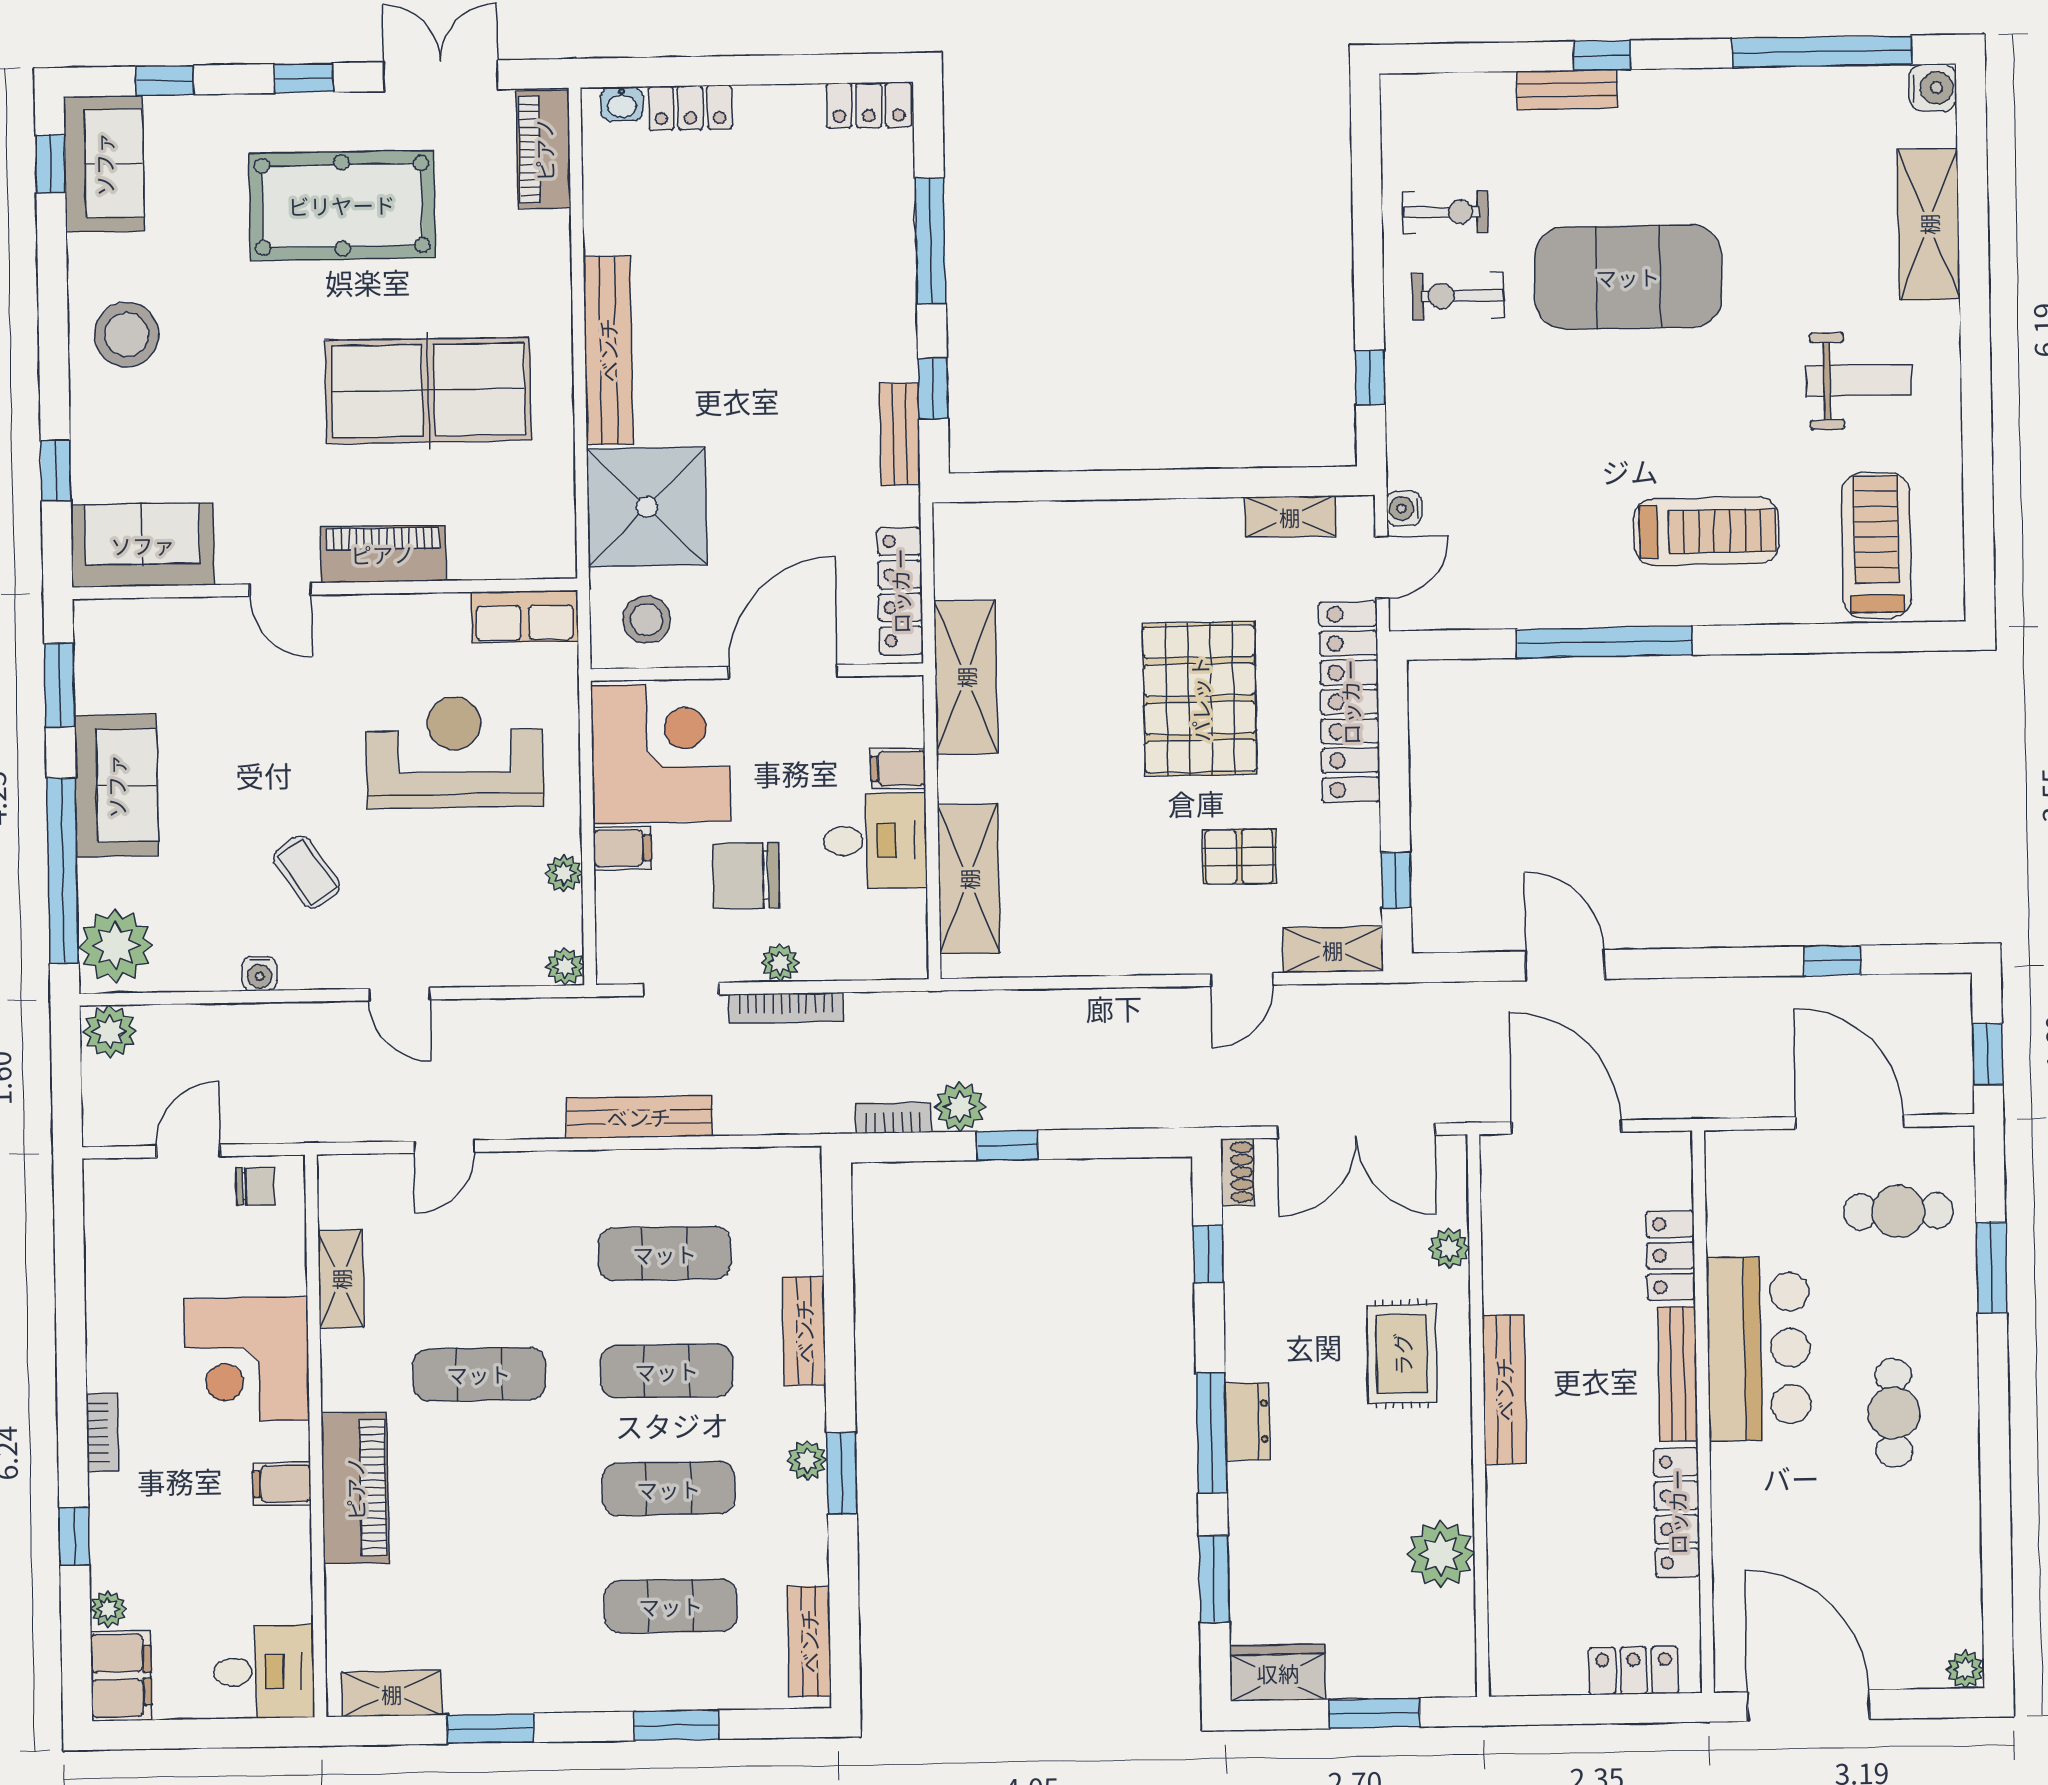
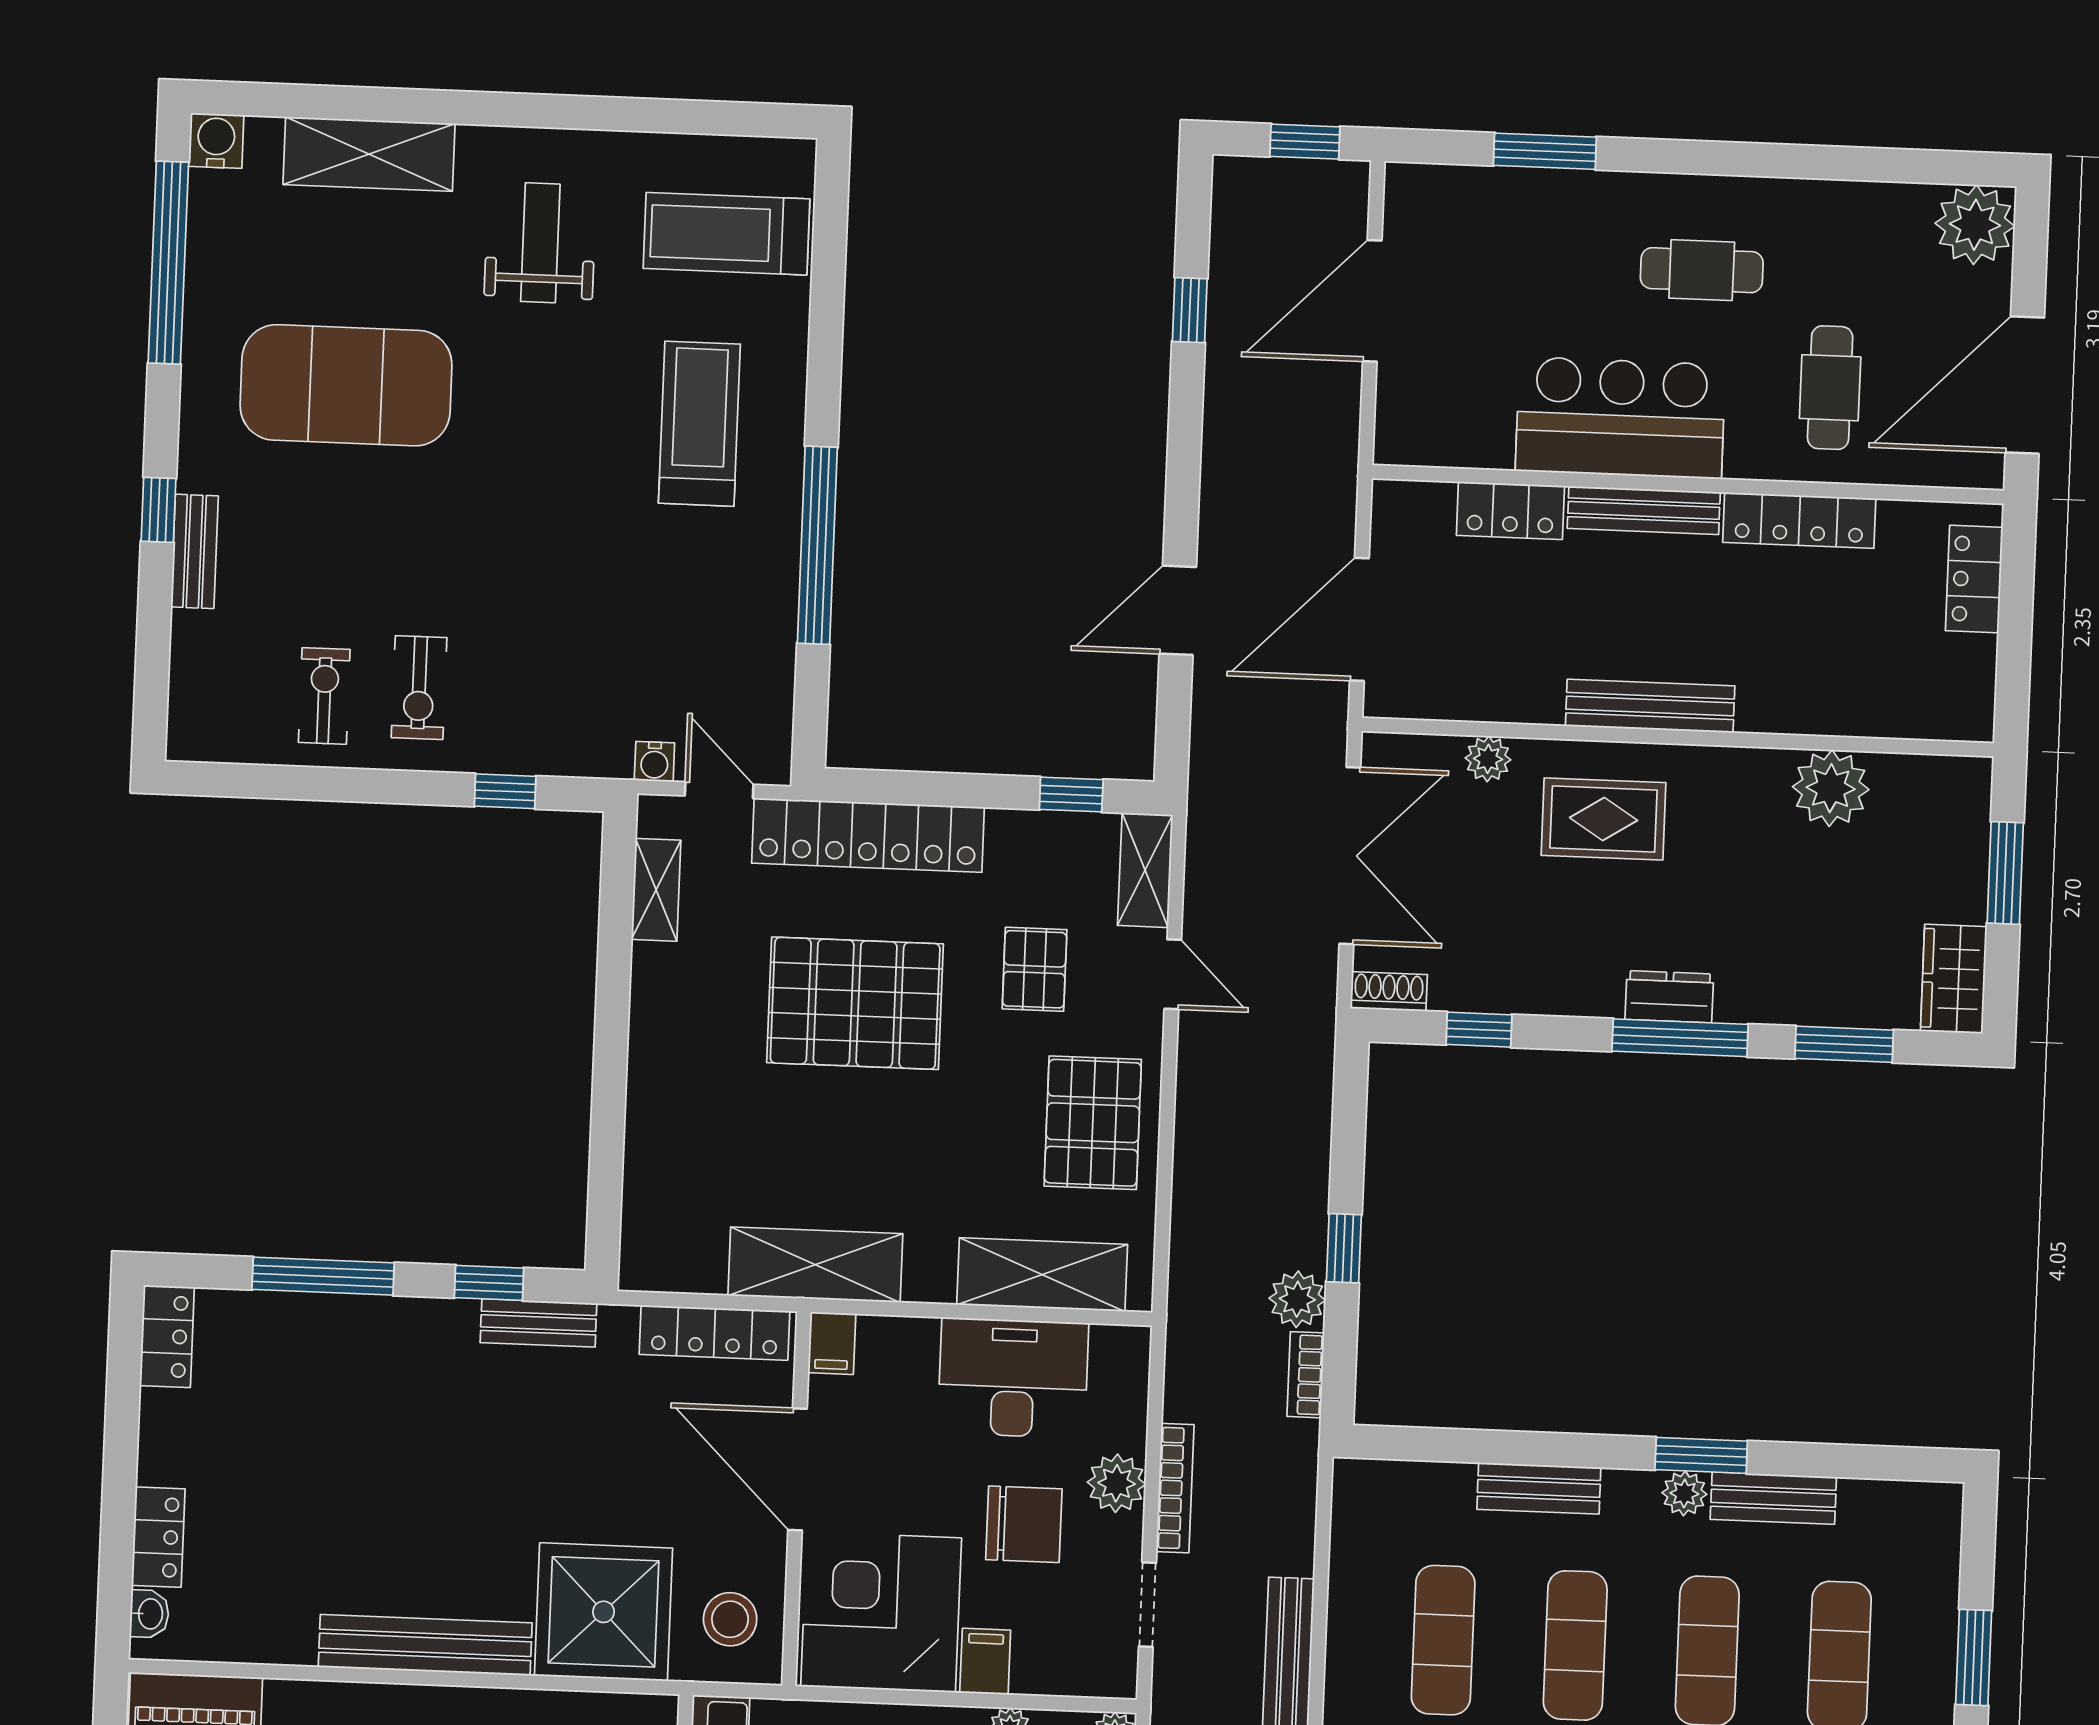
exercise mat: (1628, 277) -> (346, 385), moved, turned 90
filing cabinet: (898, 768) -> (832, 1343), moved
desk: (875, 841) -> (1013, 1378), width x1.37
chair: (746, 875) -> (1024, 1524), turned -90
pallet: (1106, 916) -> (1093, 1123), added
plant: (780, 963) -> (1116, 1483), width x1.38, depth x1.38
cafe table: (1898, 1211) -> (1830, 388), moved
bench: (809, 1641) -> (1773, 1498), moved
plant: (1965, 1670) -> (1975, 225), width x1.88, depth x1.88

